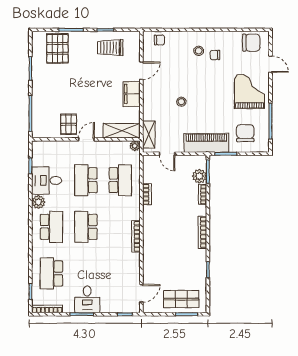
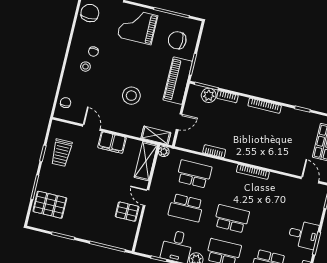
stool: (181, 102) -> (131, 96), width x1.89, depth x1.89
school desk: (86, 227) -> (232, 219), turned 180

